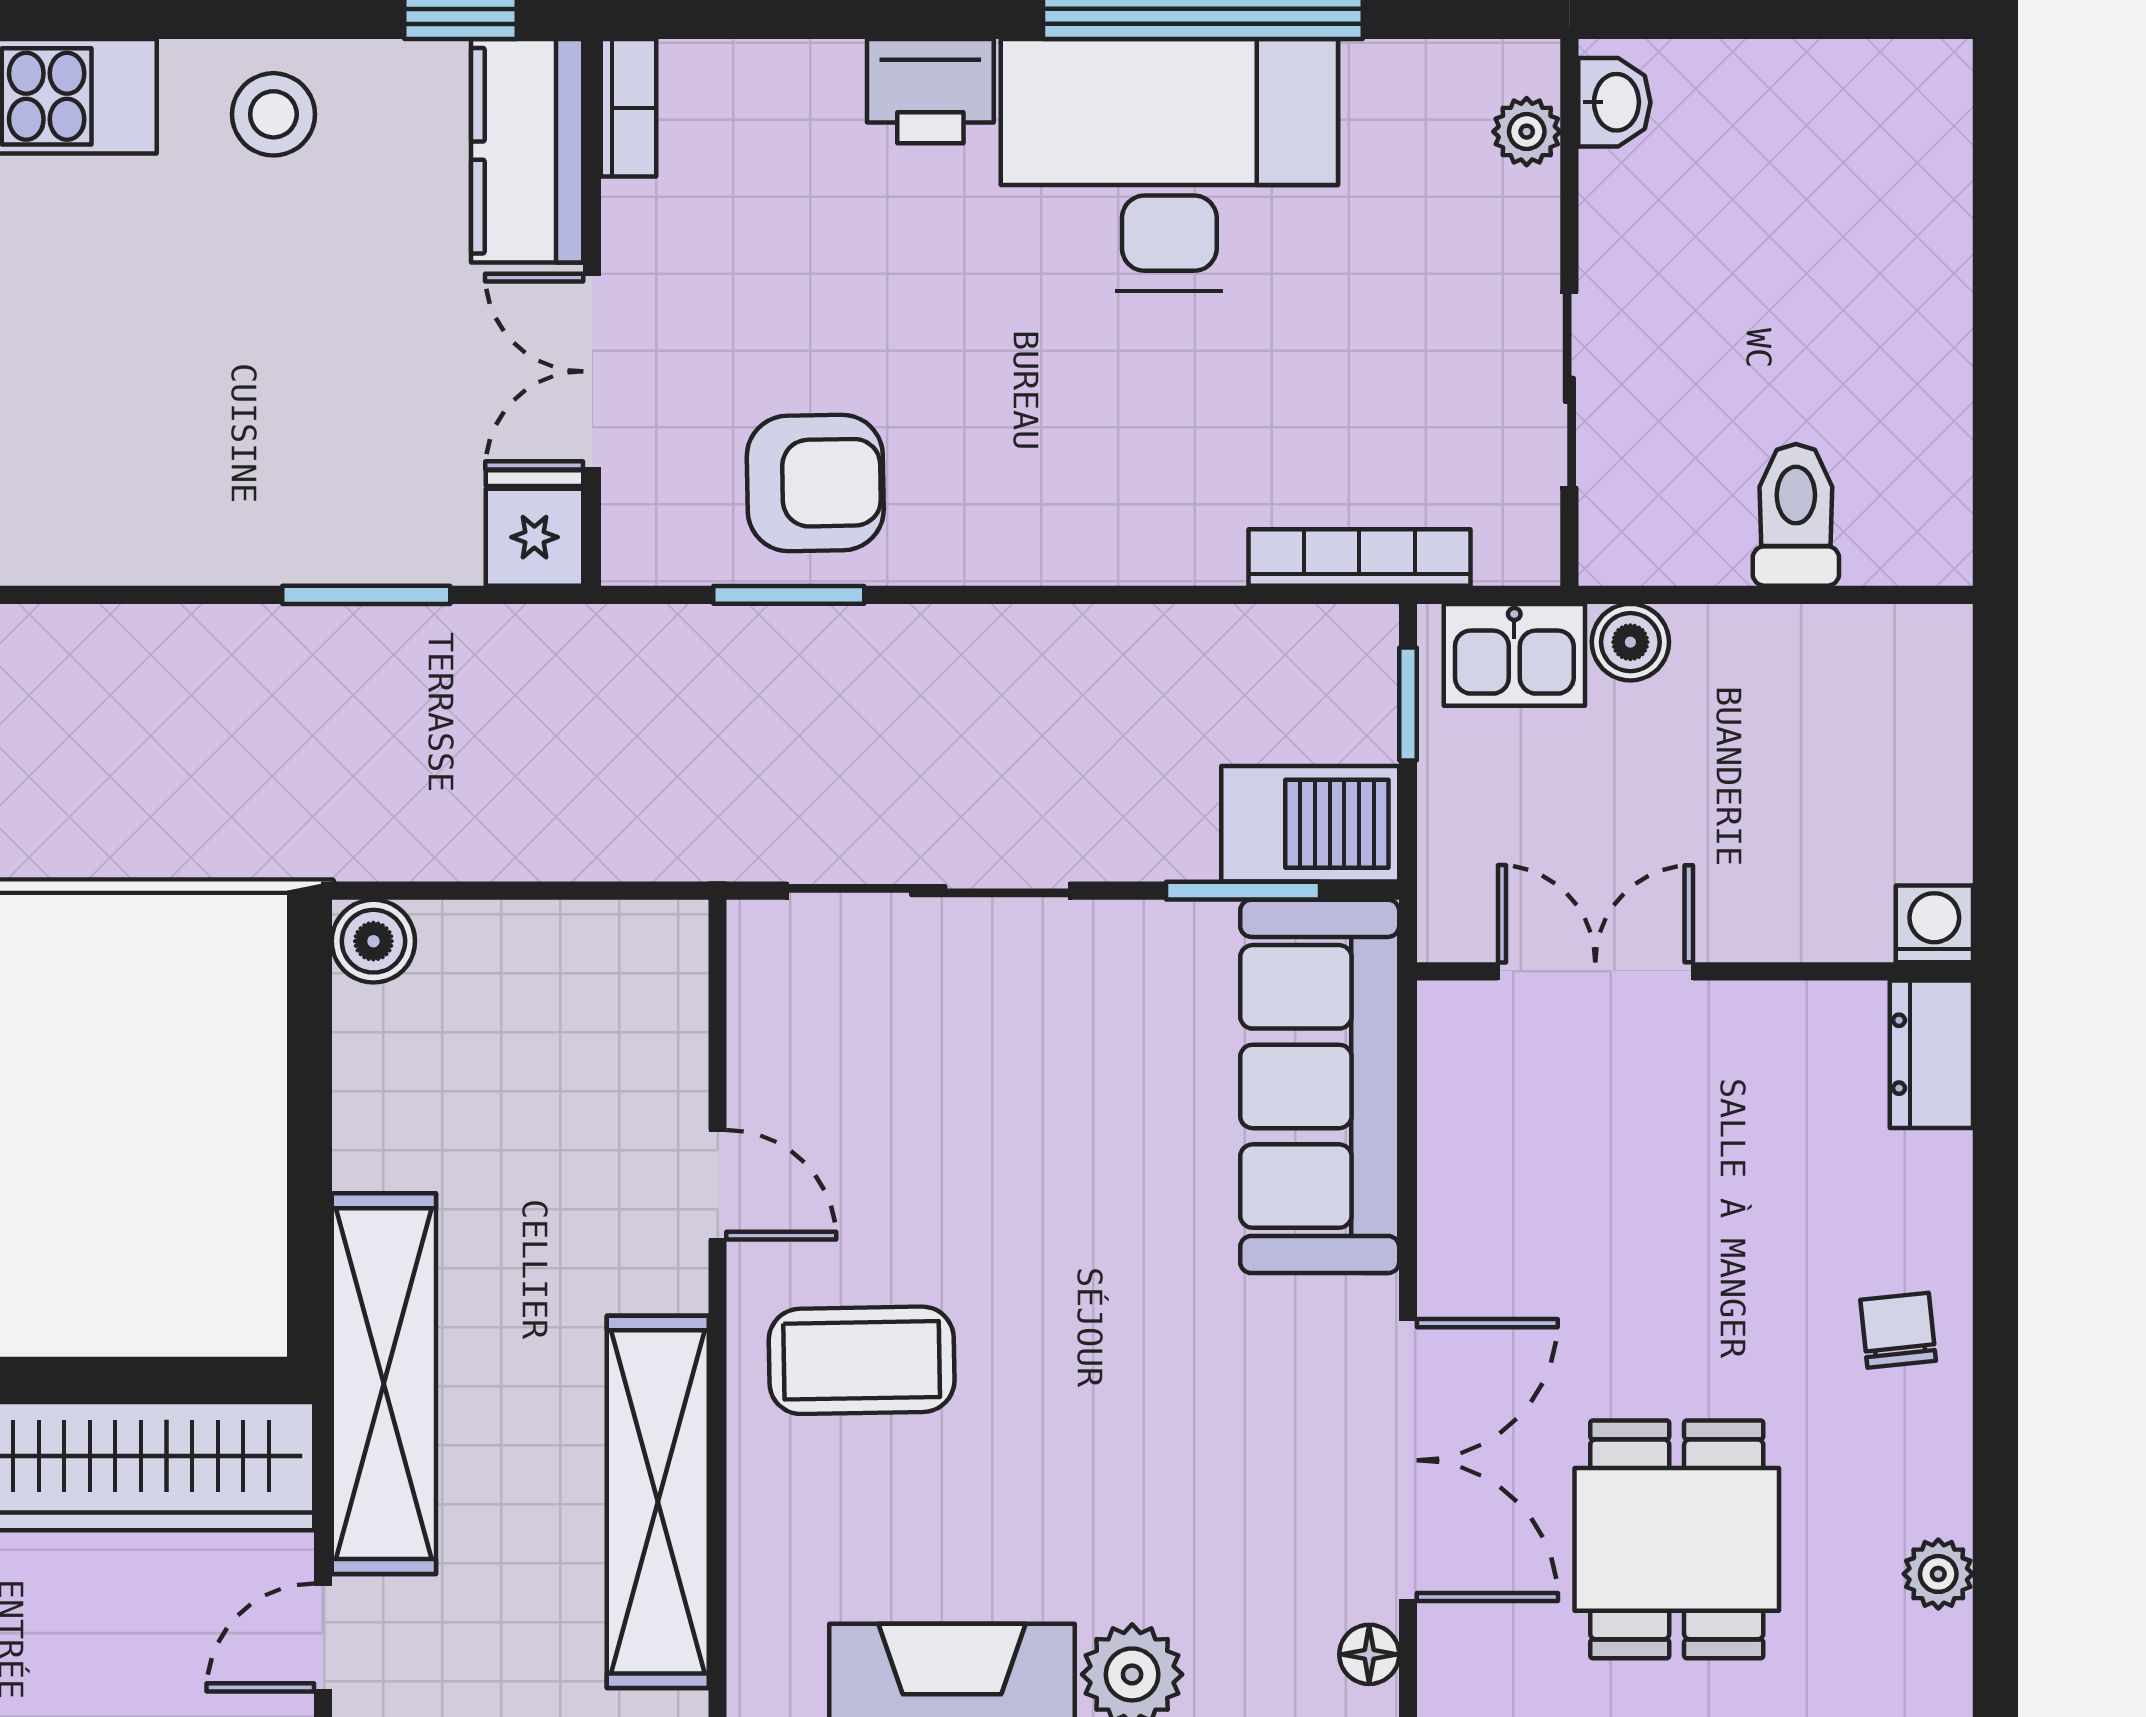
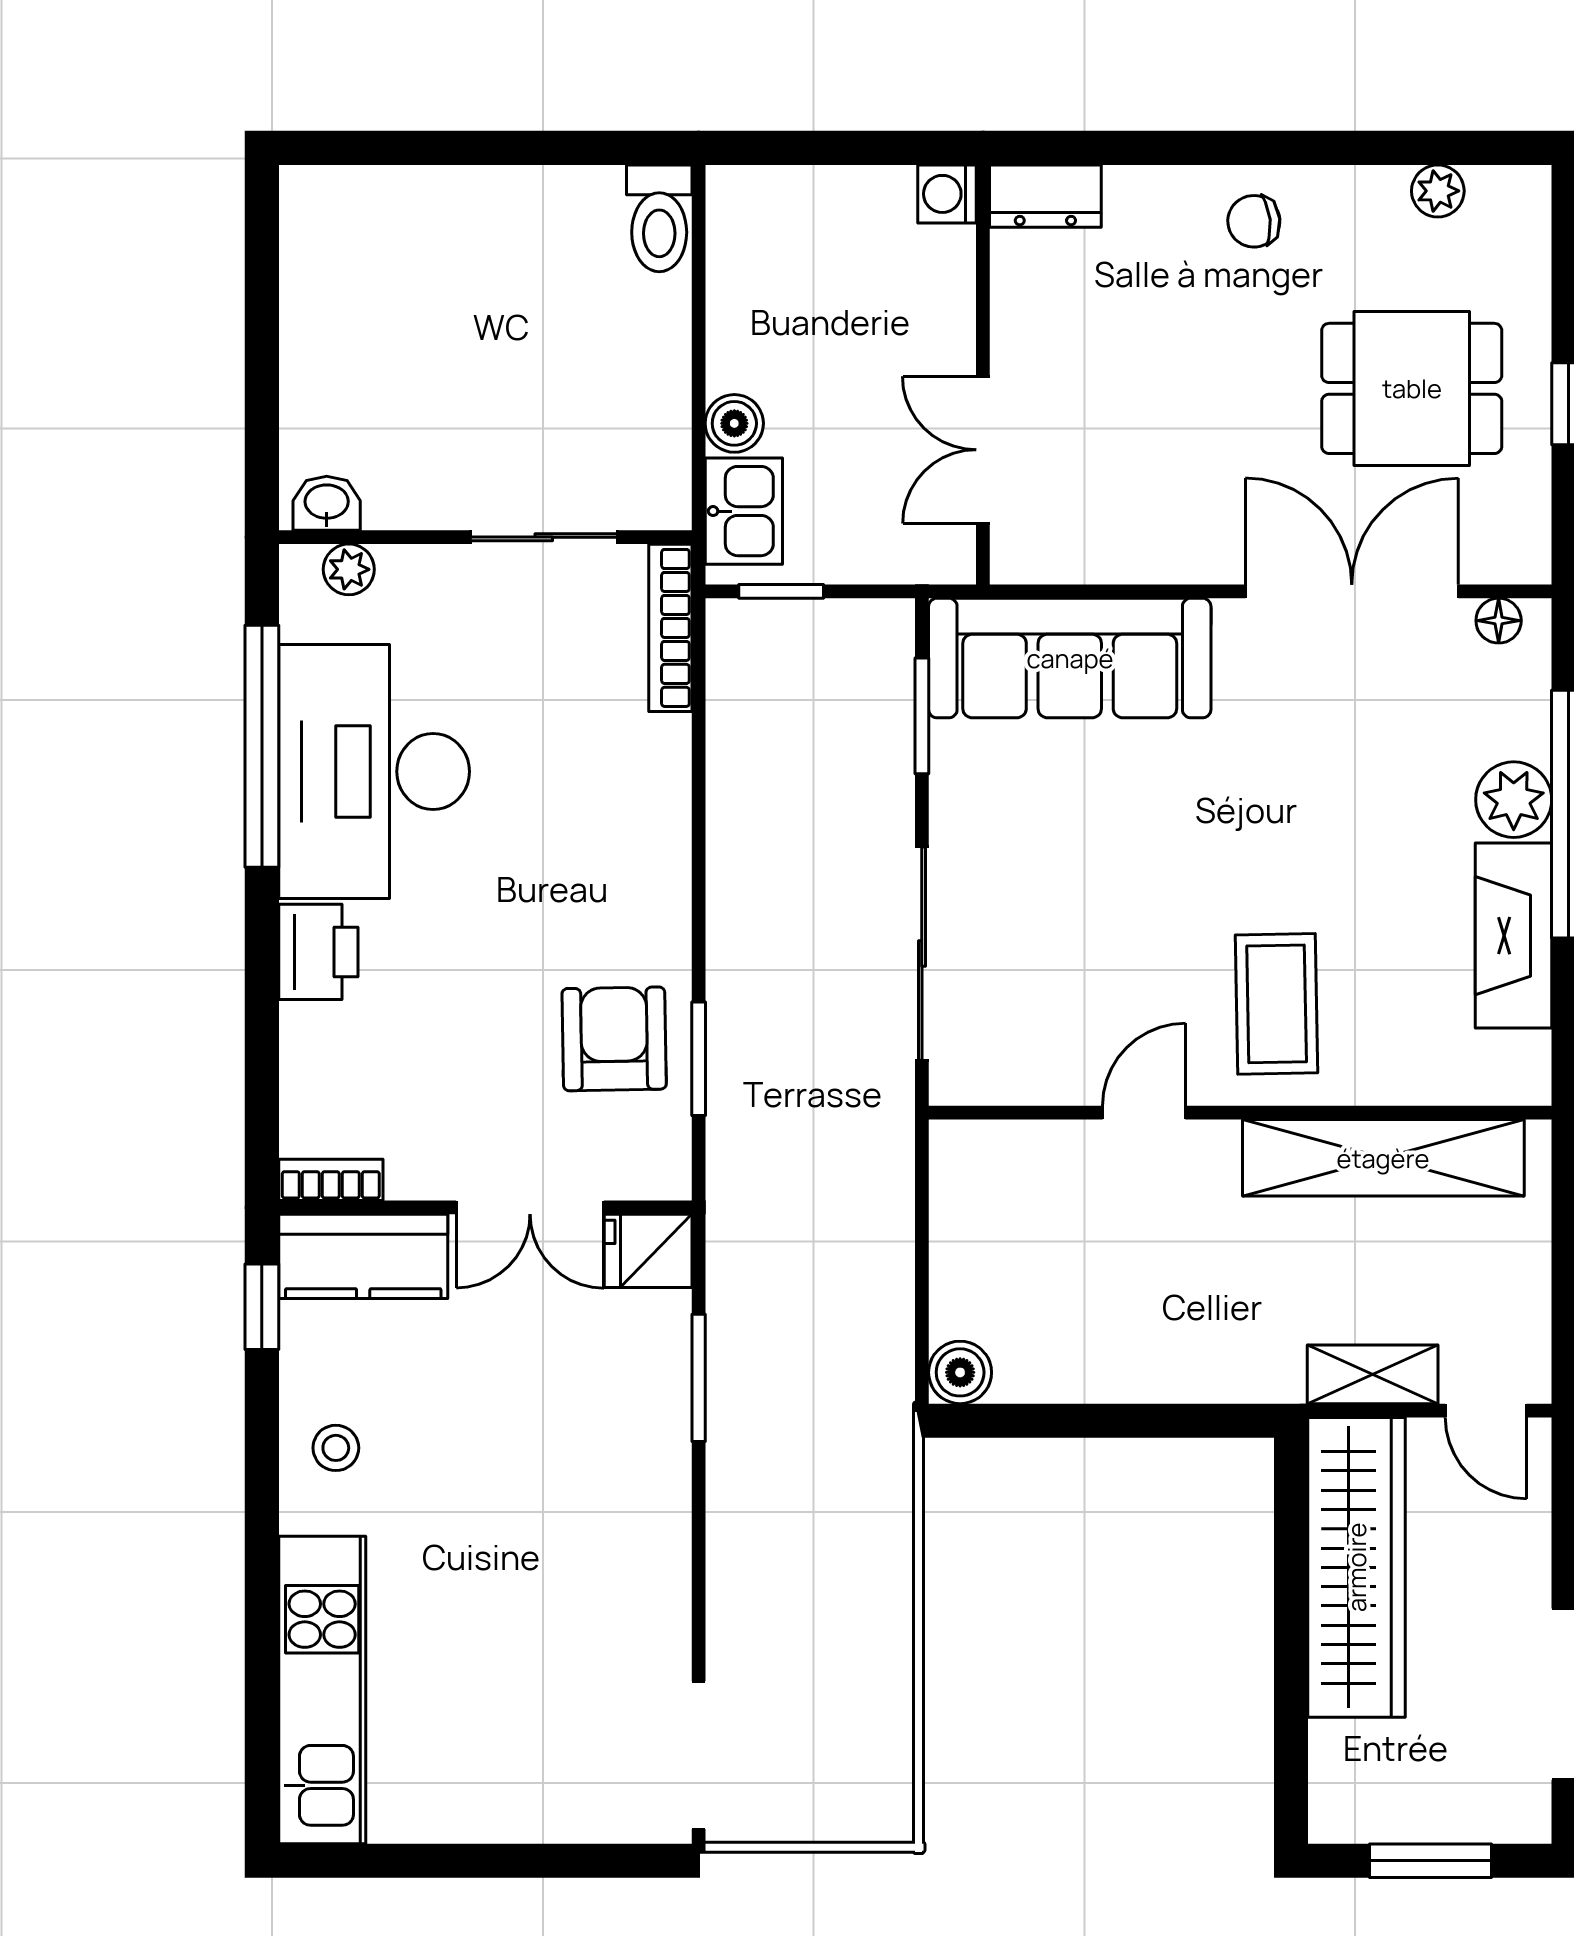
washbasin: (1614, 102) -> (327, 503), moved
stool: (273, 114) -> (336, 1448), width x0.73, depth x0.73
plant: (1527, 132) -> (349, 569), moved
wall: (1569, 312) -> (485, 537), moved
sliding door: (1569, 390) -> (544, 537), moved
toilet: (1796, 515) -> (659, 218), moved, turned -90
barbecue: (1310, 824) -> (871, 665), removed
shelving: (384, 1384) -> (1373, 1374), width x0.45, depth x0.75

